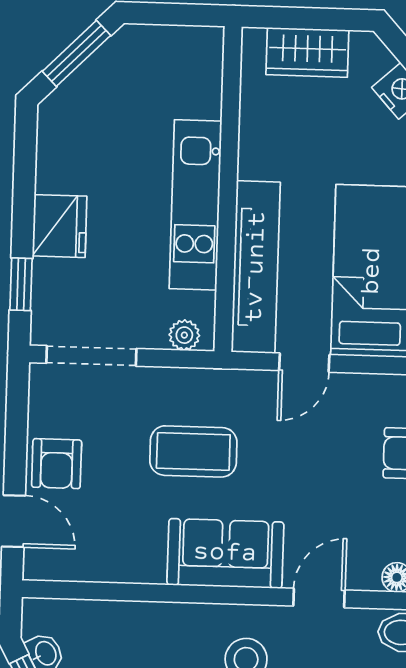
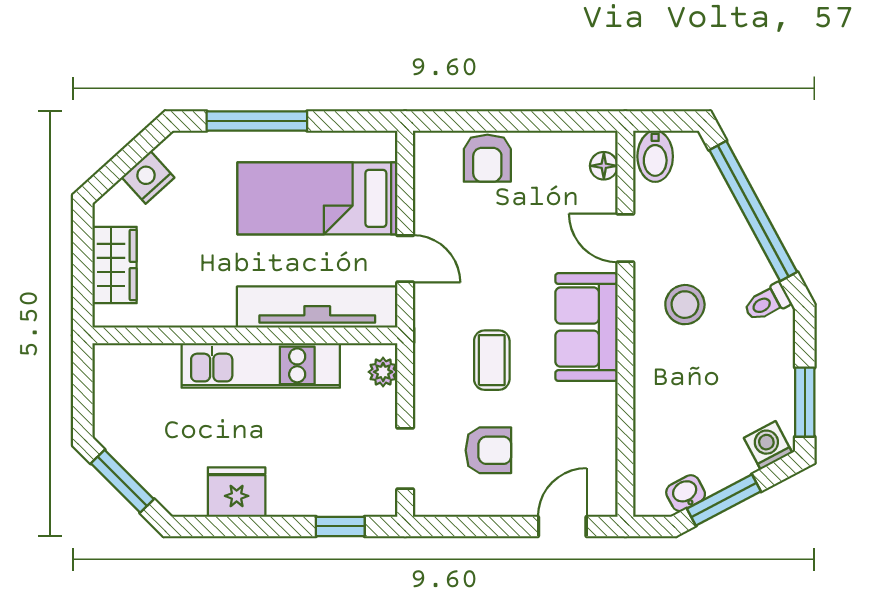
fridge: (60, 226) -> (237, 492), moved
doorway: (91, 356) -> (405, 458), width x0.73
coffee table: (193, 451) -> (492, 360), width x0.73, depth x0.77
armchair: (57, 464) -> (488, 450), moved

